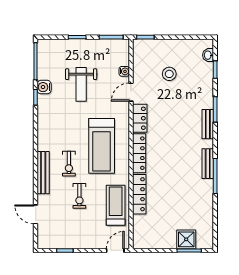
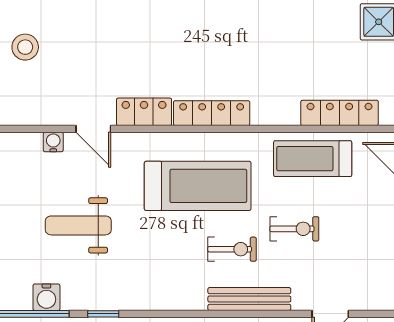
stool: (169, 74) -> (25, 47), moved
weight bench: (81, 84) -> (78, 225), turned 180
water cooler: (44, 87) -> (46, 297), moved
locker: (139, 194) -> (339, 113), moved

